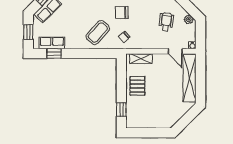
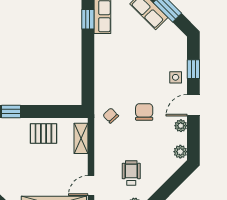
wheelchair: (166, 22) -> (131, 173), turned -98
coffee table: (98, 33) -> (117, 79), removed

